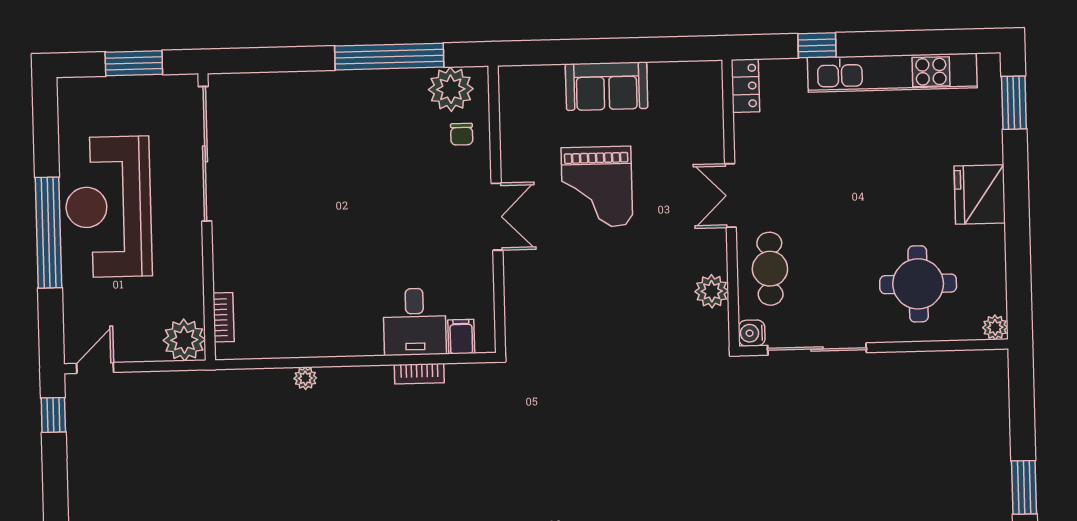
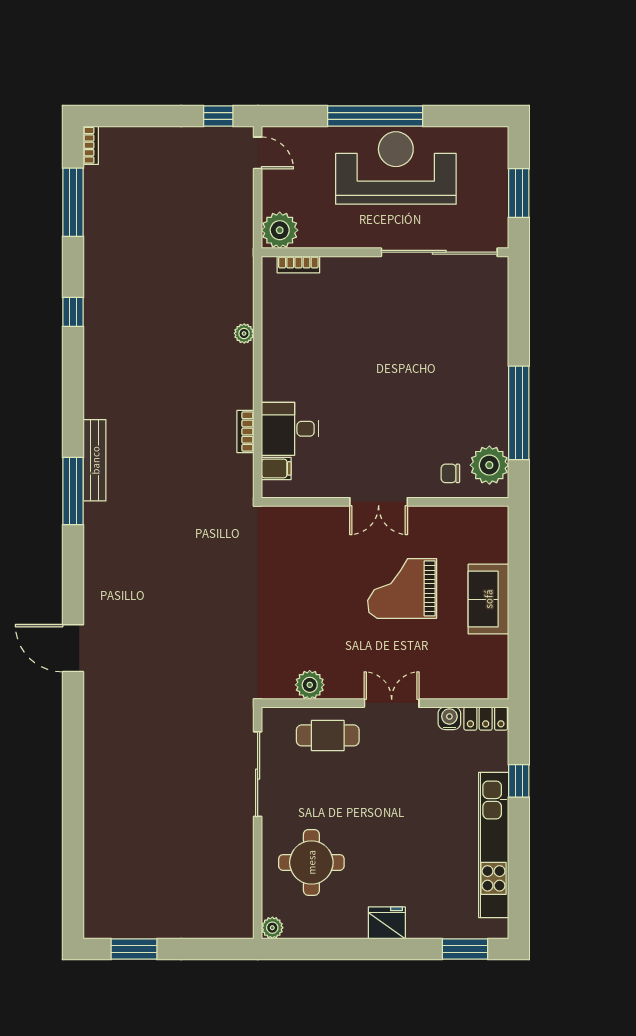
fridge: (980, 195) -> (387, 923), width x0.73, depth x0.75
water cooler: (752, 333) -> (449, 718), moved

